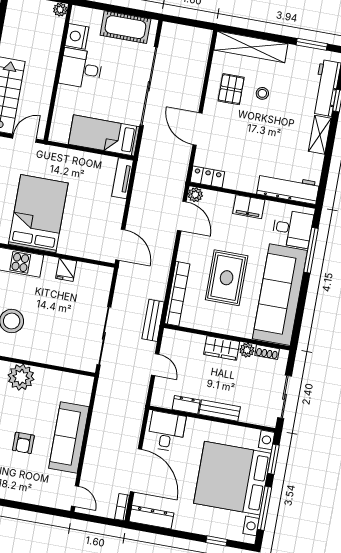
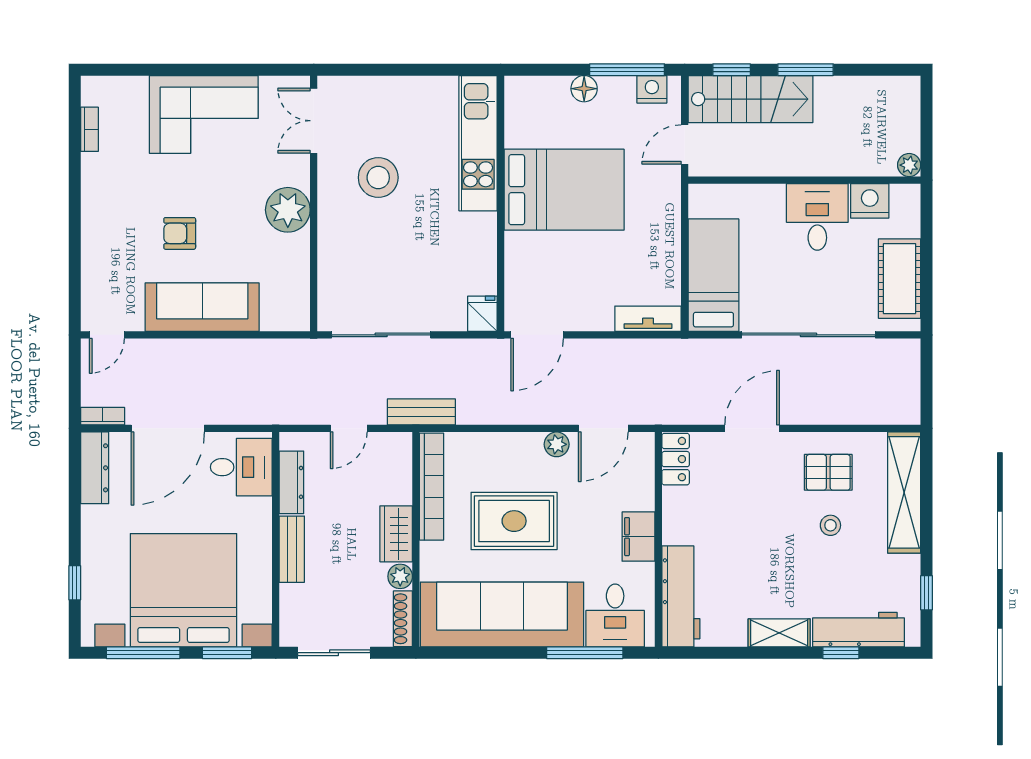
window: (312, 44) -> (927, 593), width x0.67
door: (24, 139) -> (685, 144), swing flipped
plant: (195, 195) -> (557, 444), moved
fridge: (66, 270) -> (482, 314), moved, turned 90
bookcase: (177, 294) -> (432, 487), moved, turned -90
shoe rack: (267, 352) -> (403, 619), width x1.43
dresser: (186, 405) -> (291, 482), width x1.44

